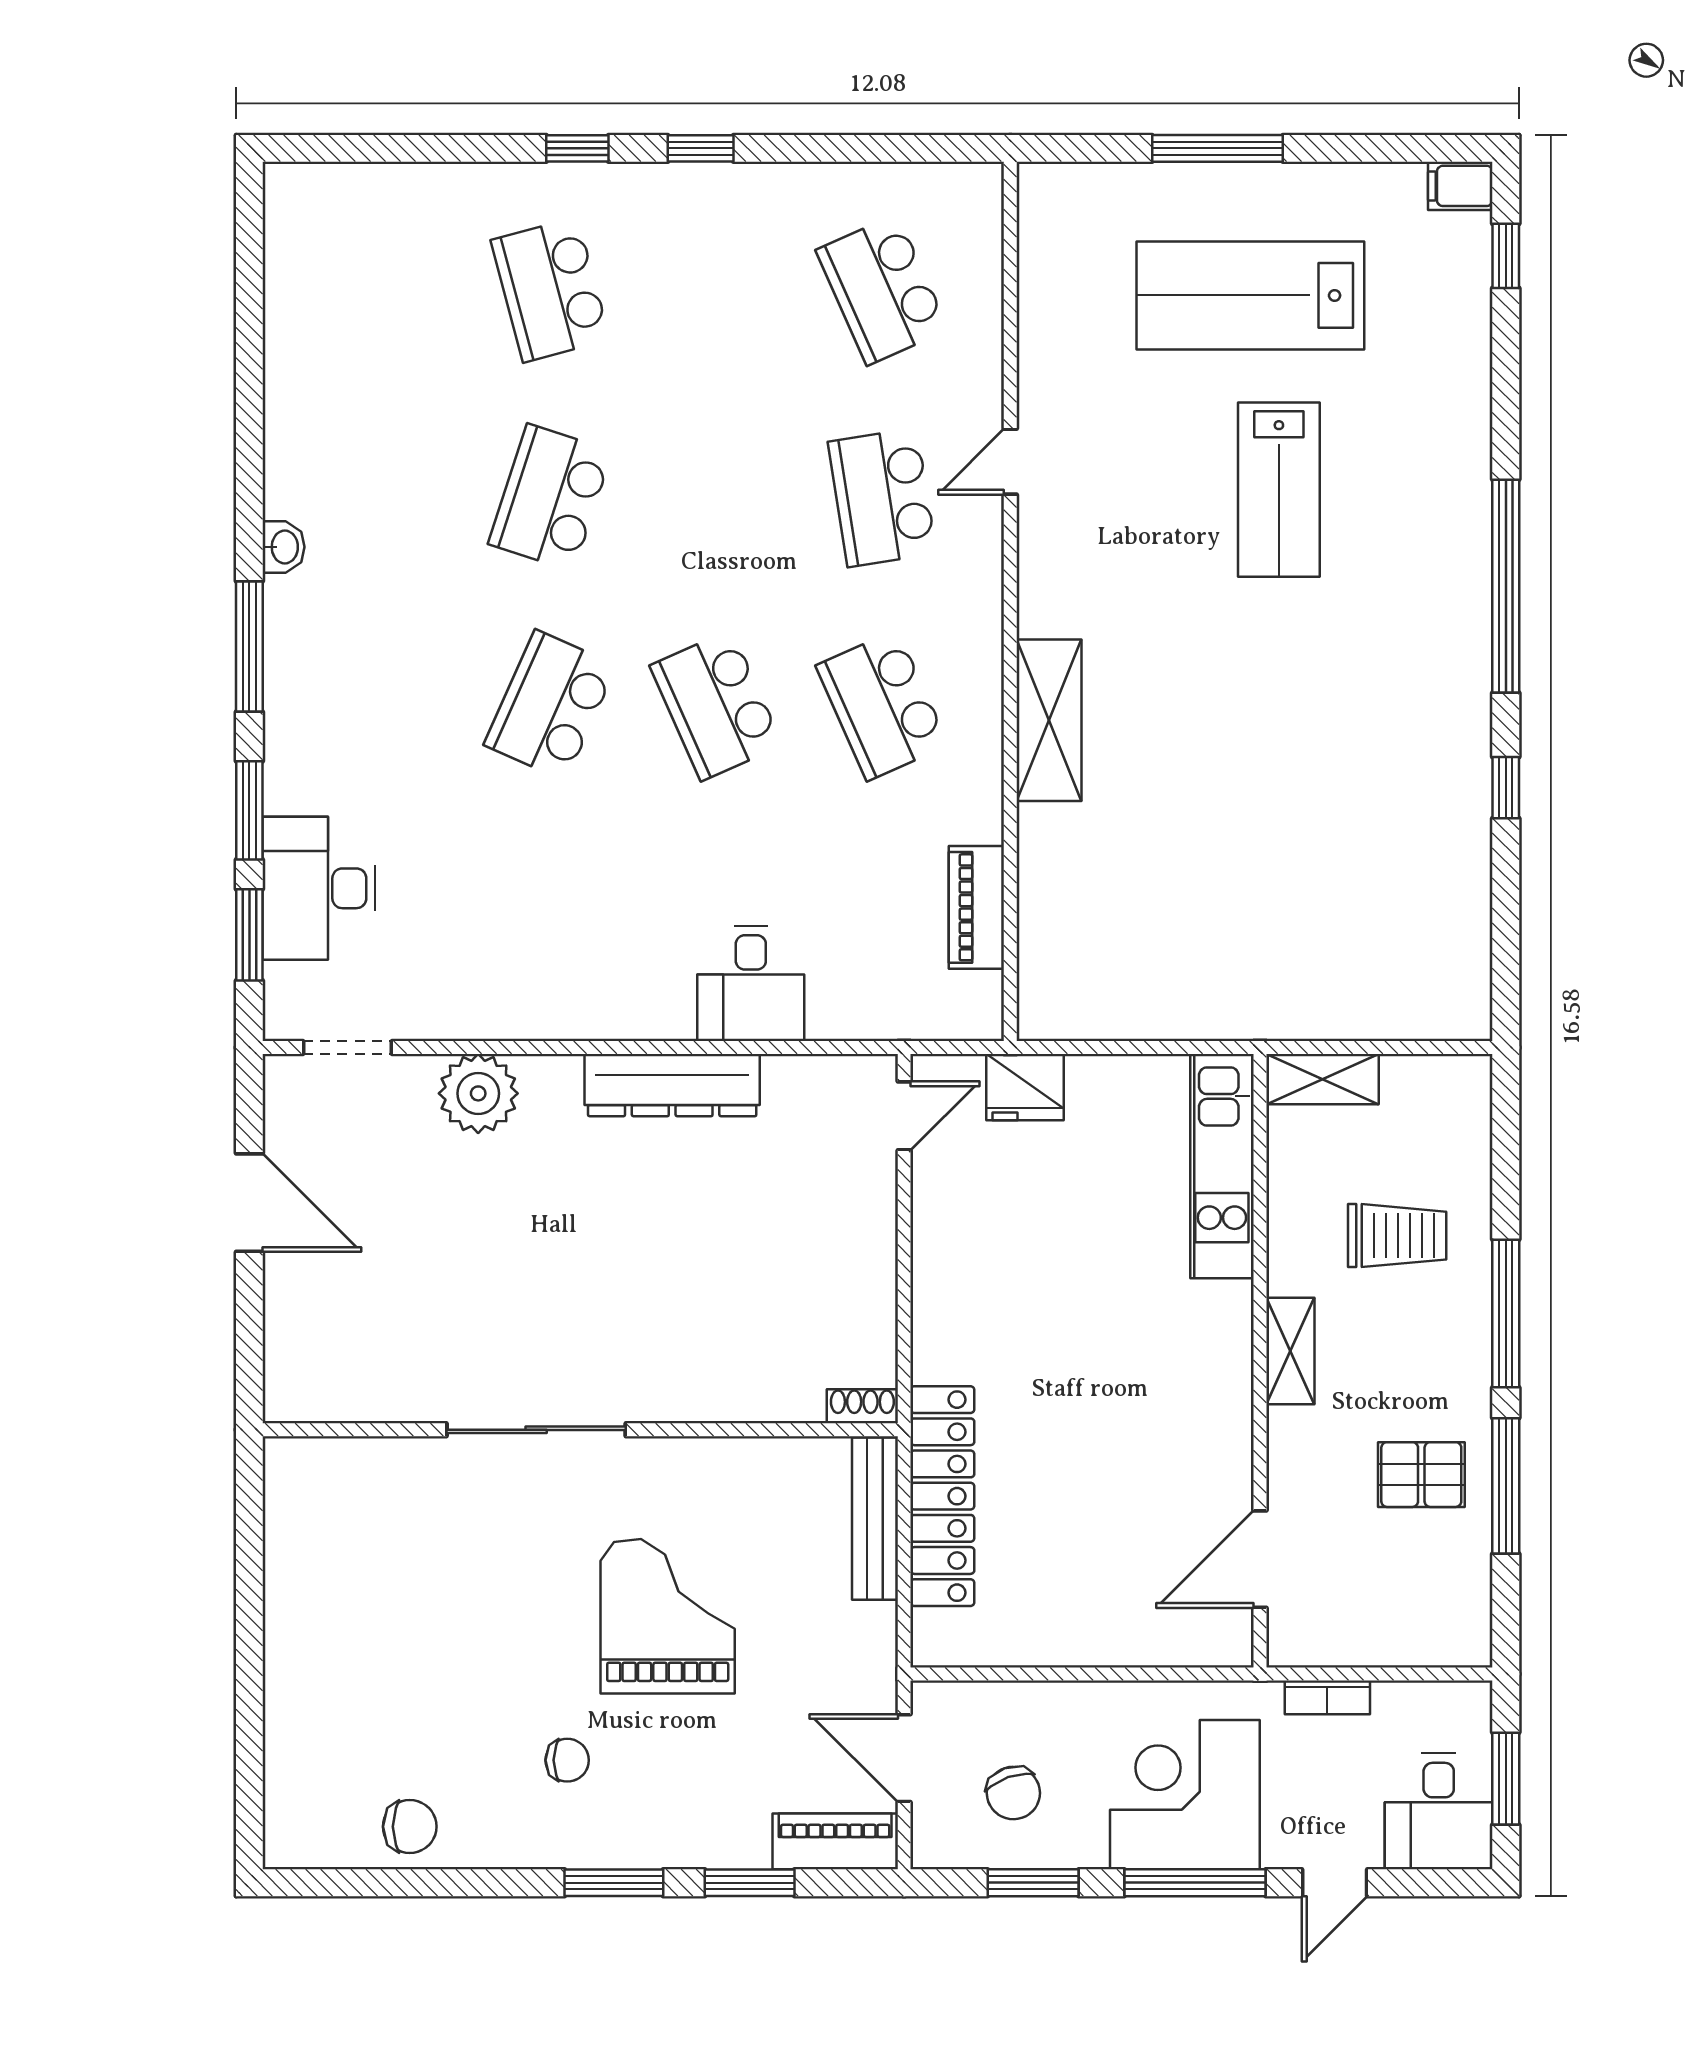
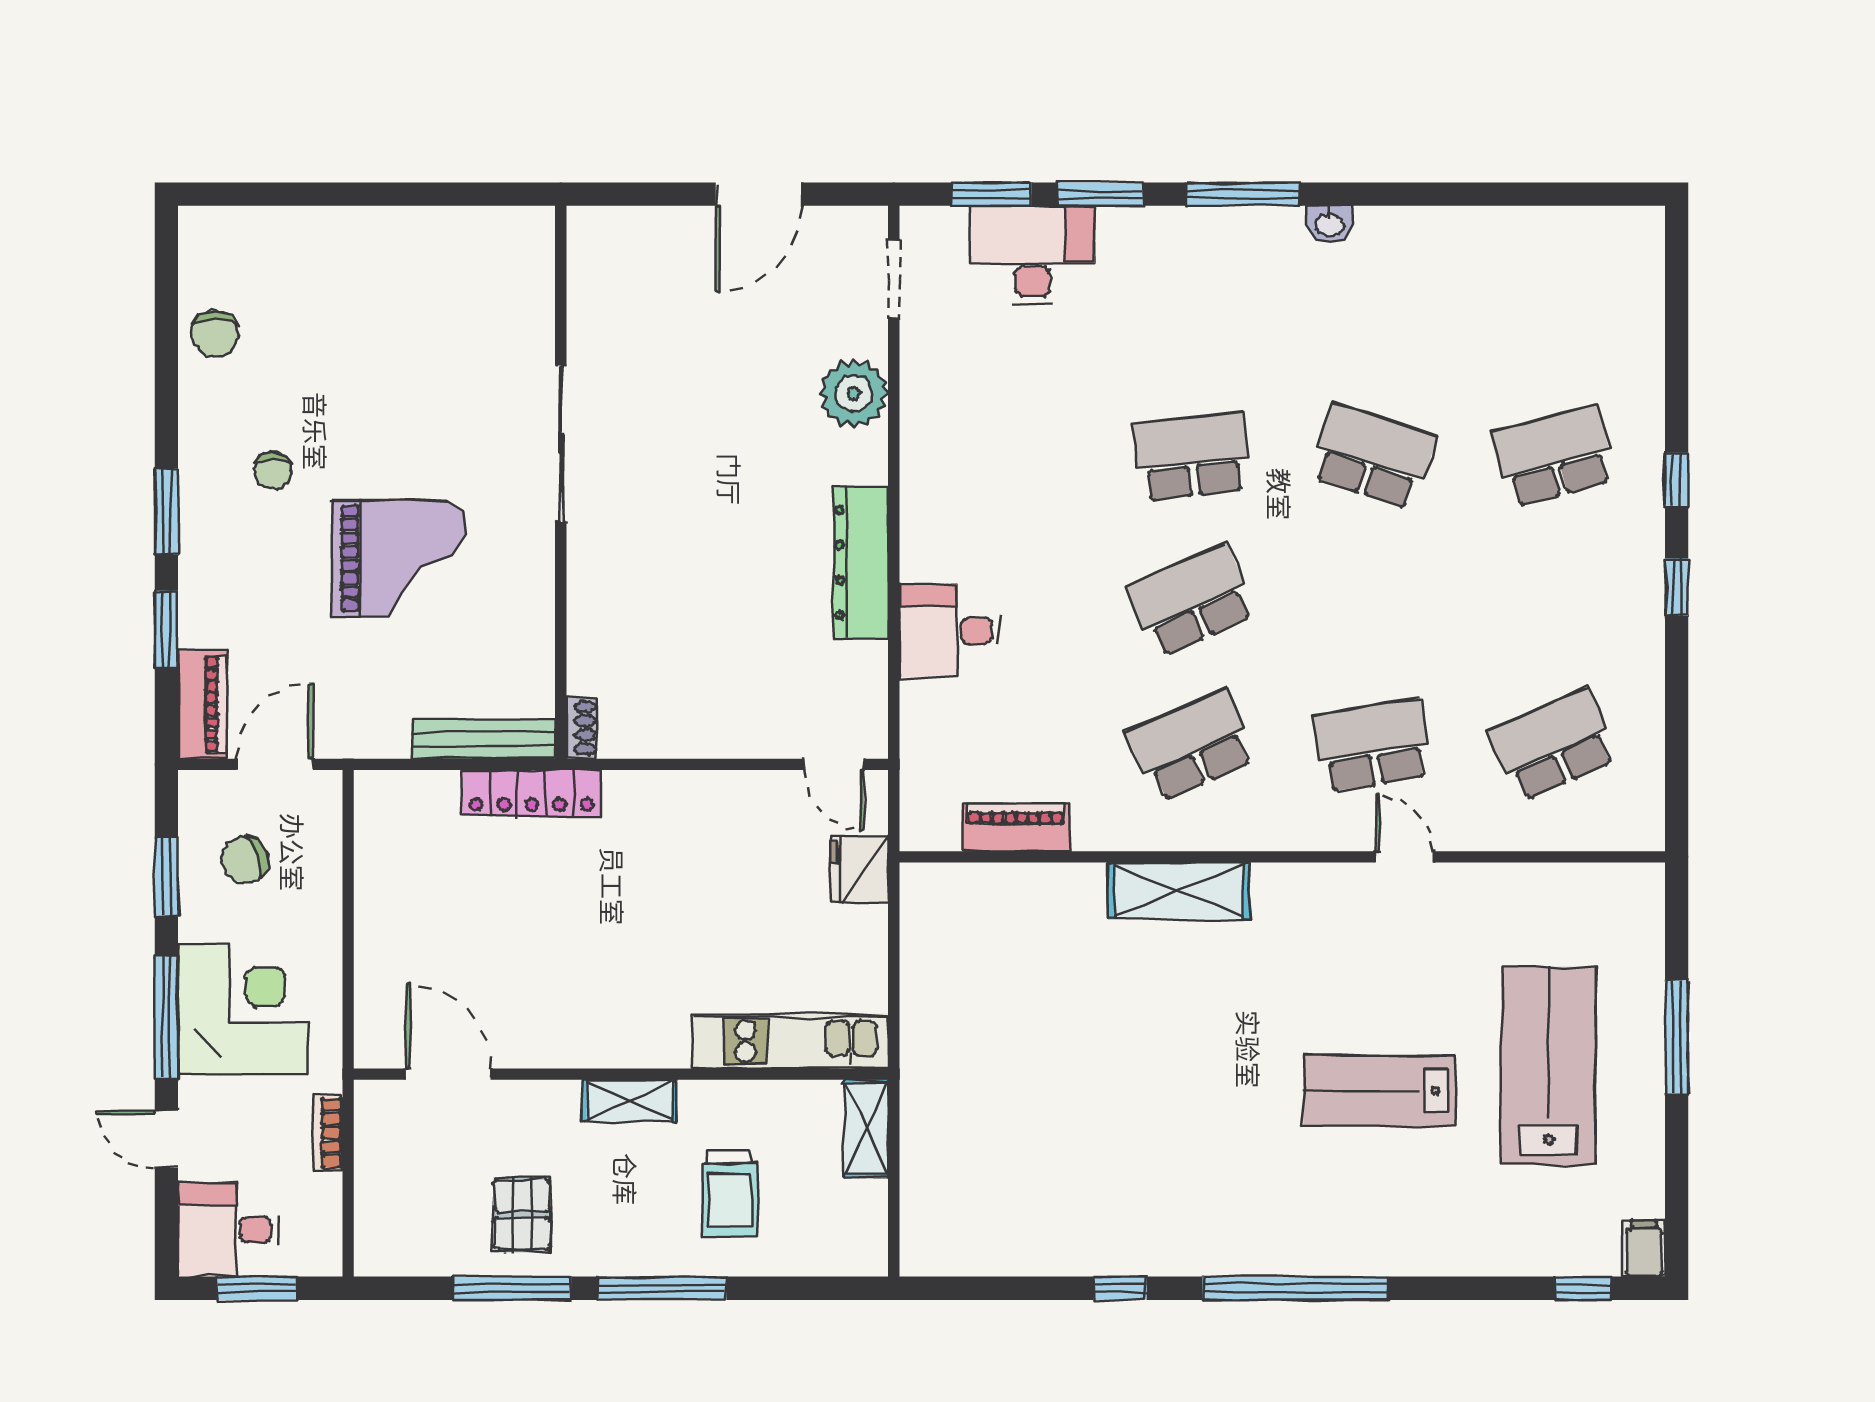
school desk: (550, 705) -> (1192, 456), turned -30
locker: (942, 1496) -> (532, 793), width x0.71, depth x0.83

